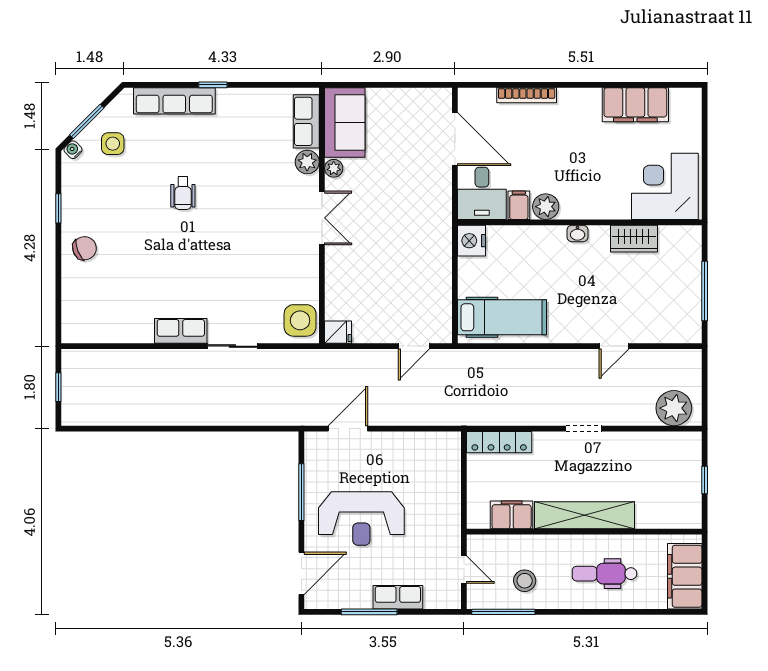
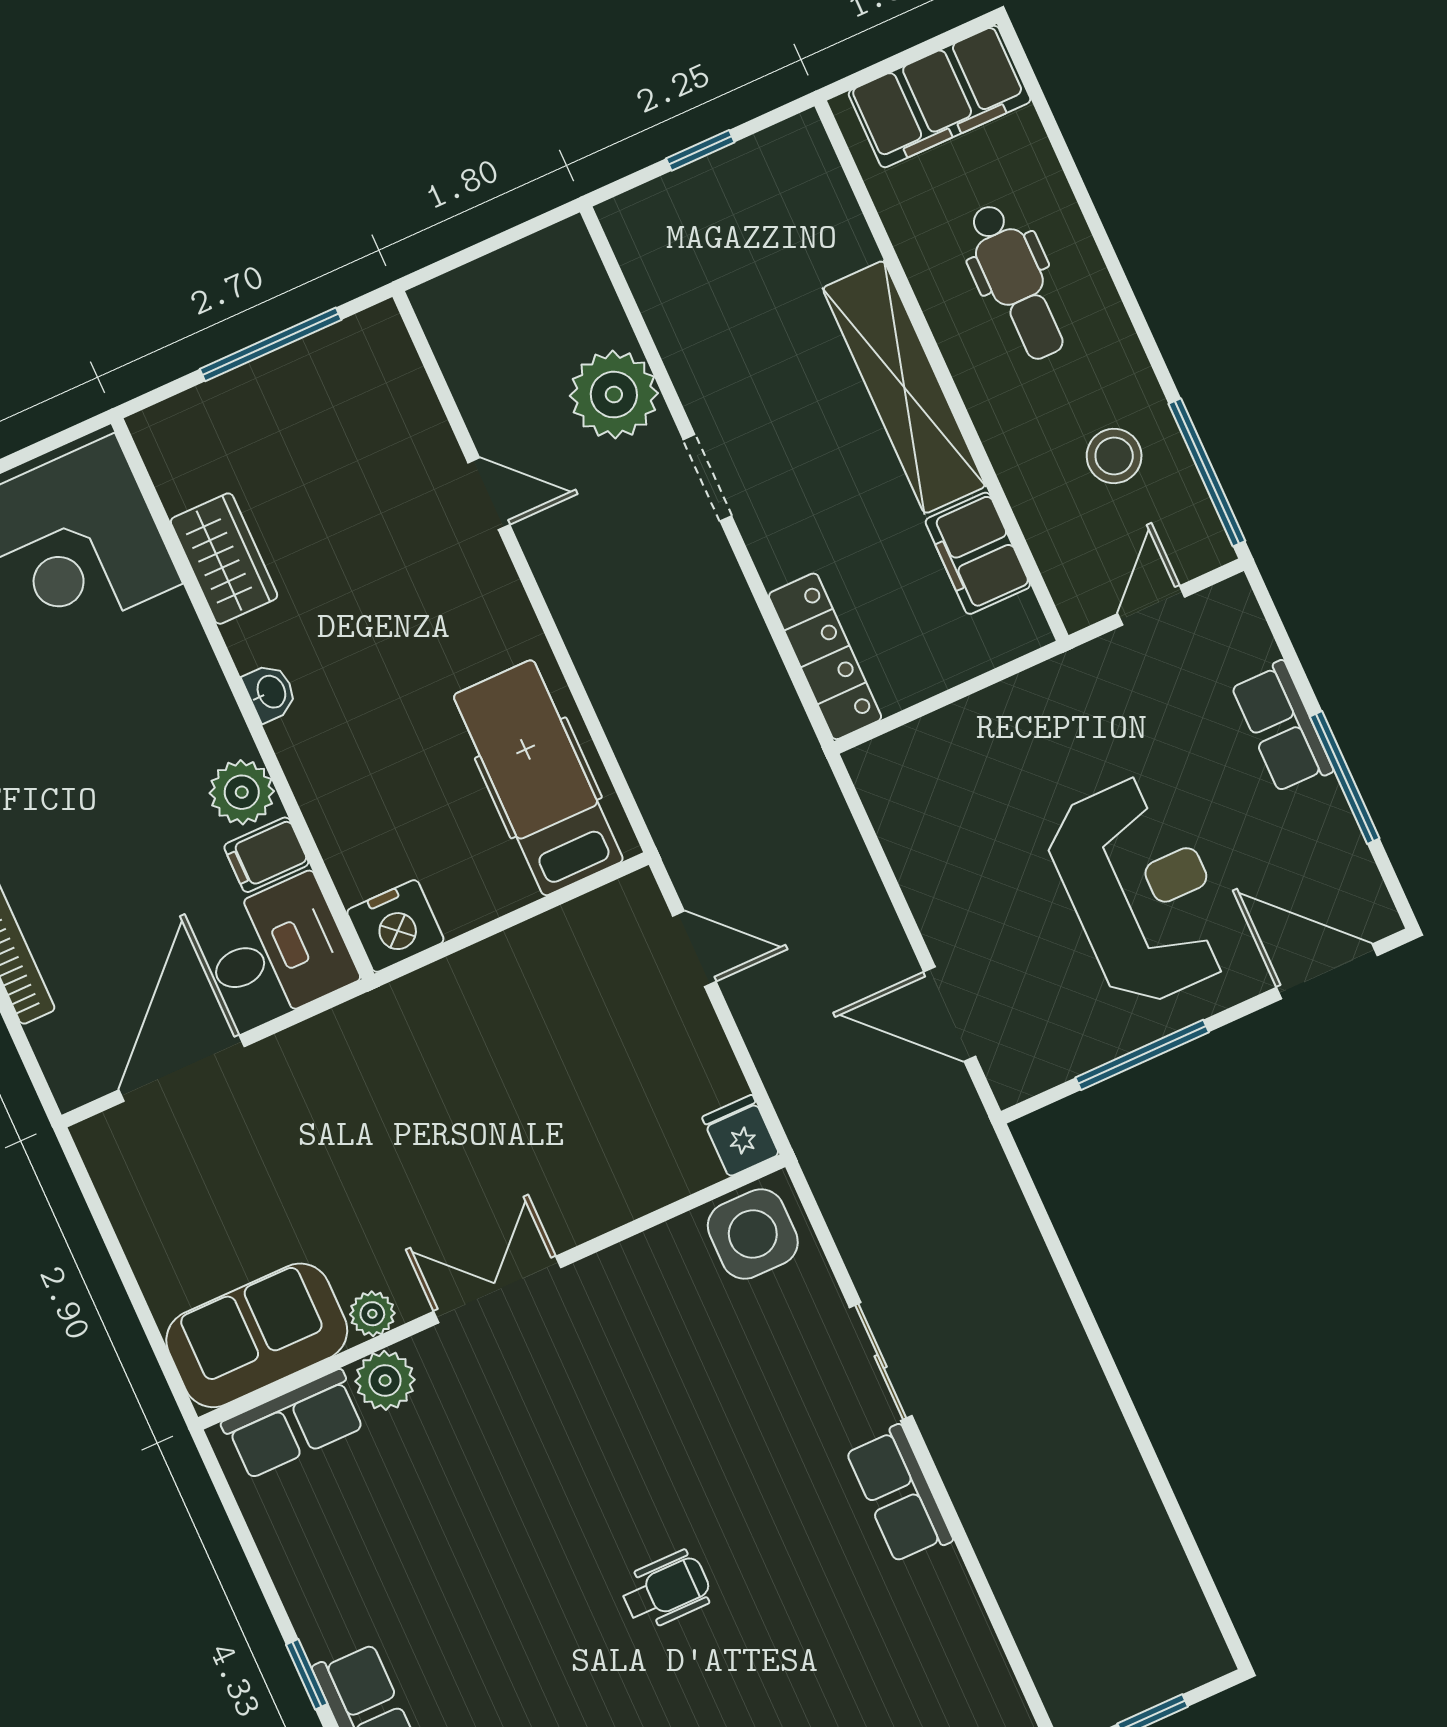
wheelchair: (183, 193) -> (666, 1590), moved
plant: (674, 408) -> (614, 395), moved

